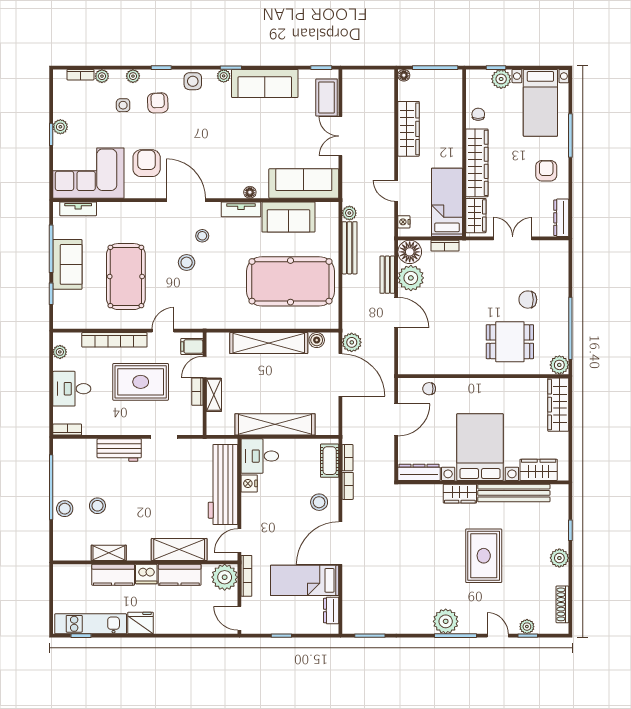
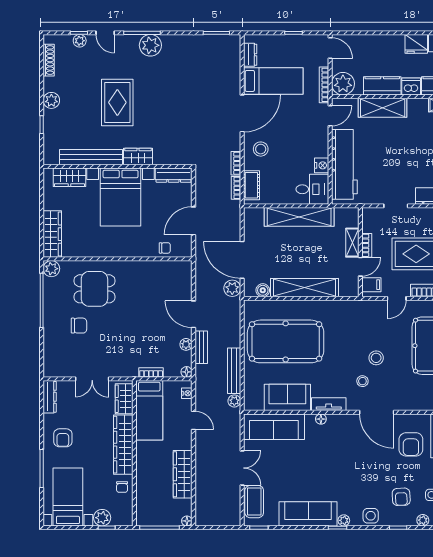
floor lamp: (410, 252) -> (187, 372), width x0.53, depth x0.53
plant: (411, 278) -> (186, 344), width x0.53, depth x0.53

